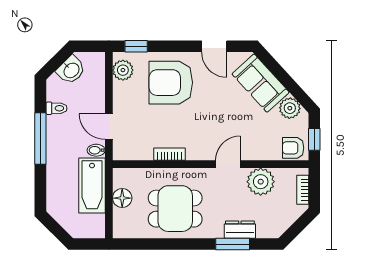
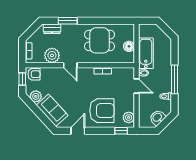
door: (214, 46) -> (78, 131), hinge flipped
door: (228, 164) -> (70, 65), hinge flipped
dresser: (240, 230) -> (52, 29), moved

